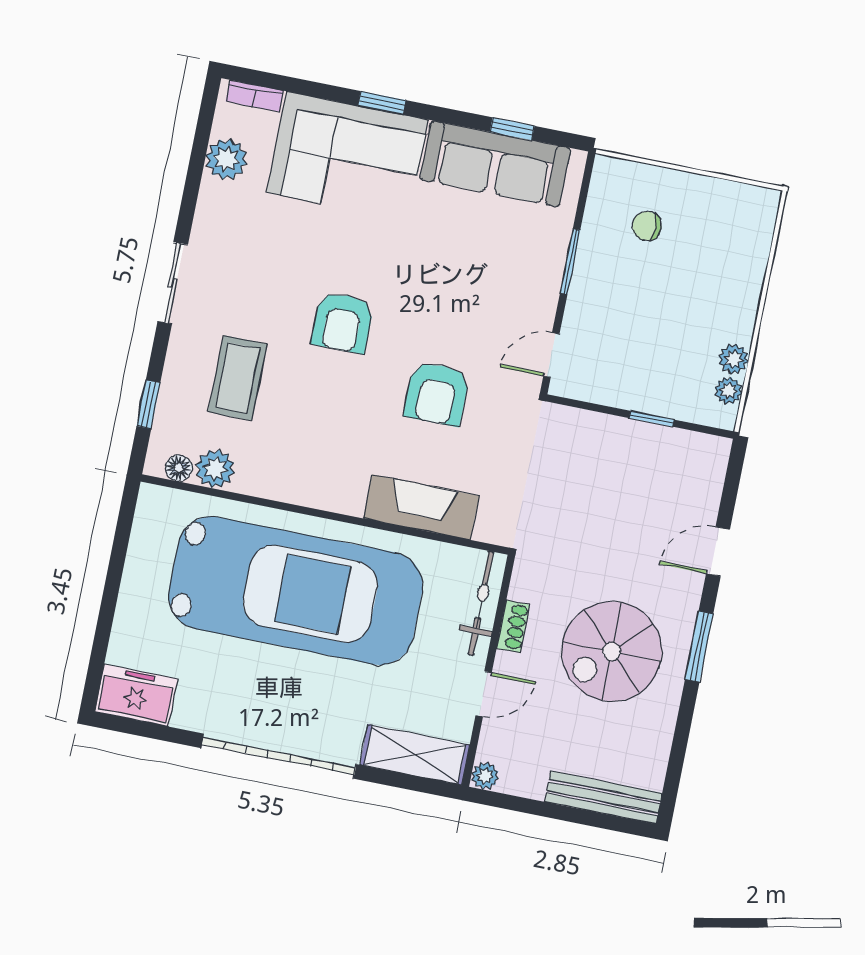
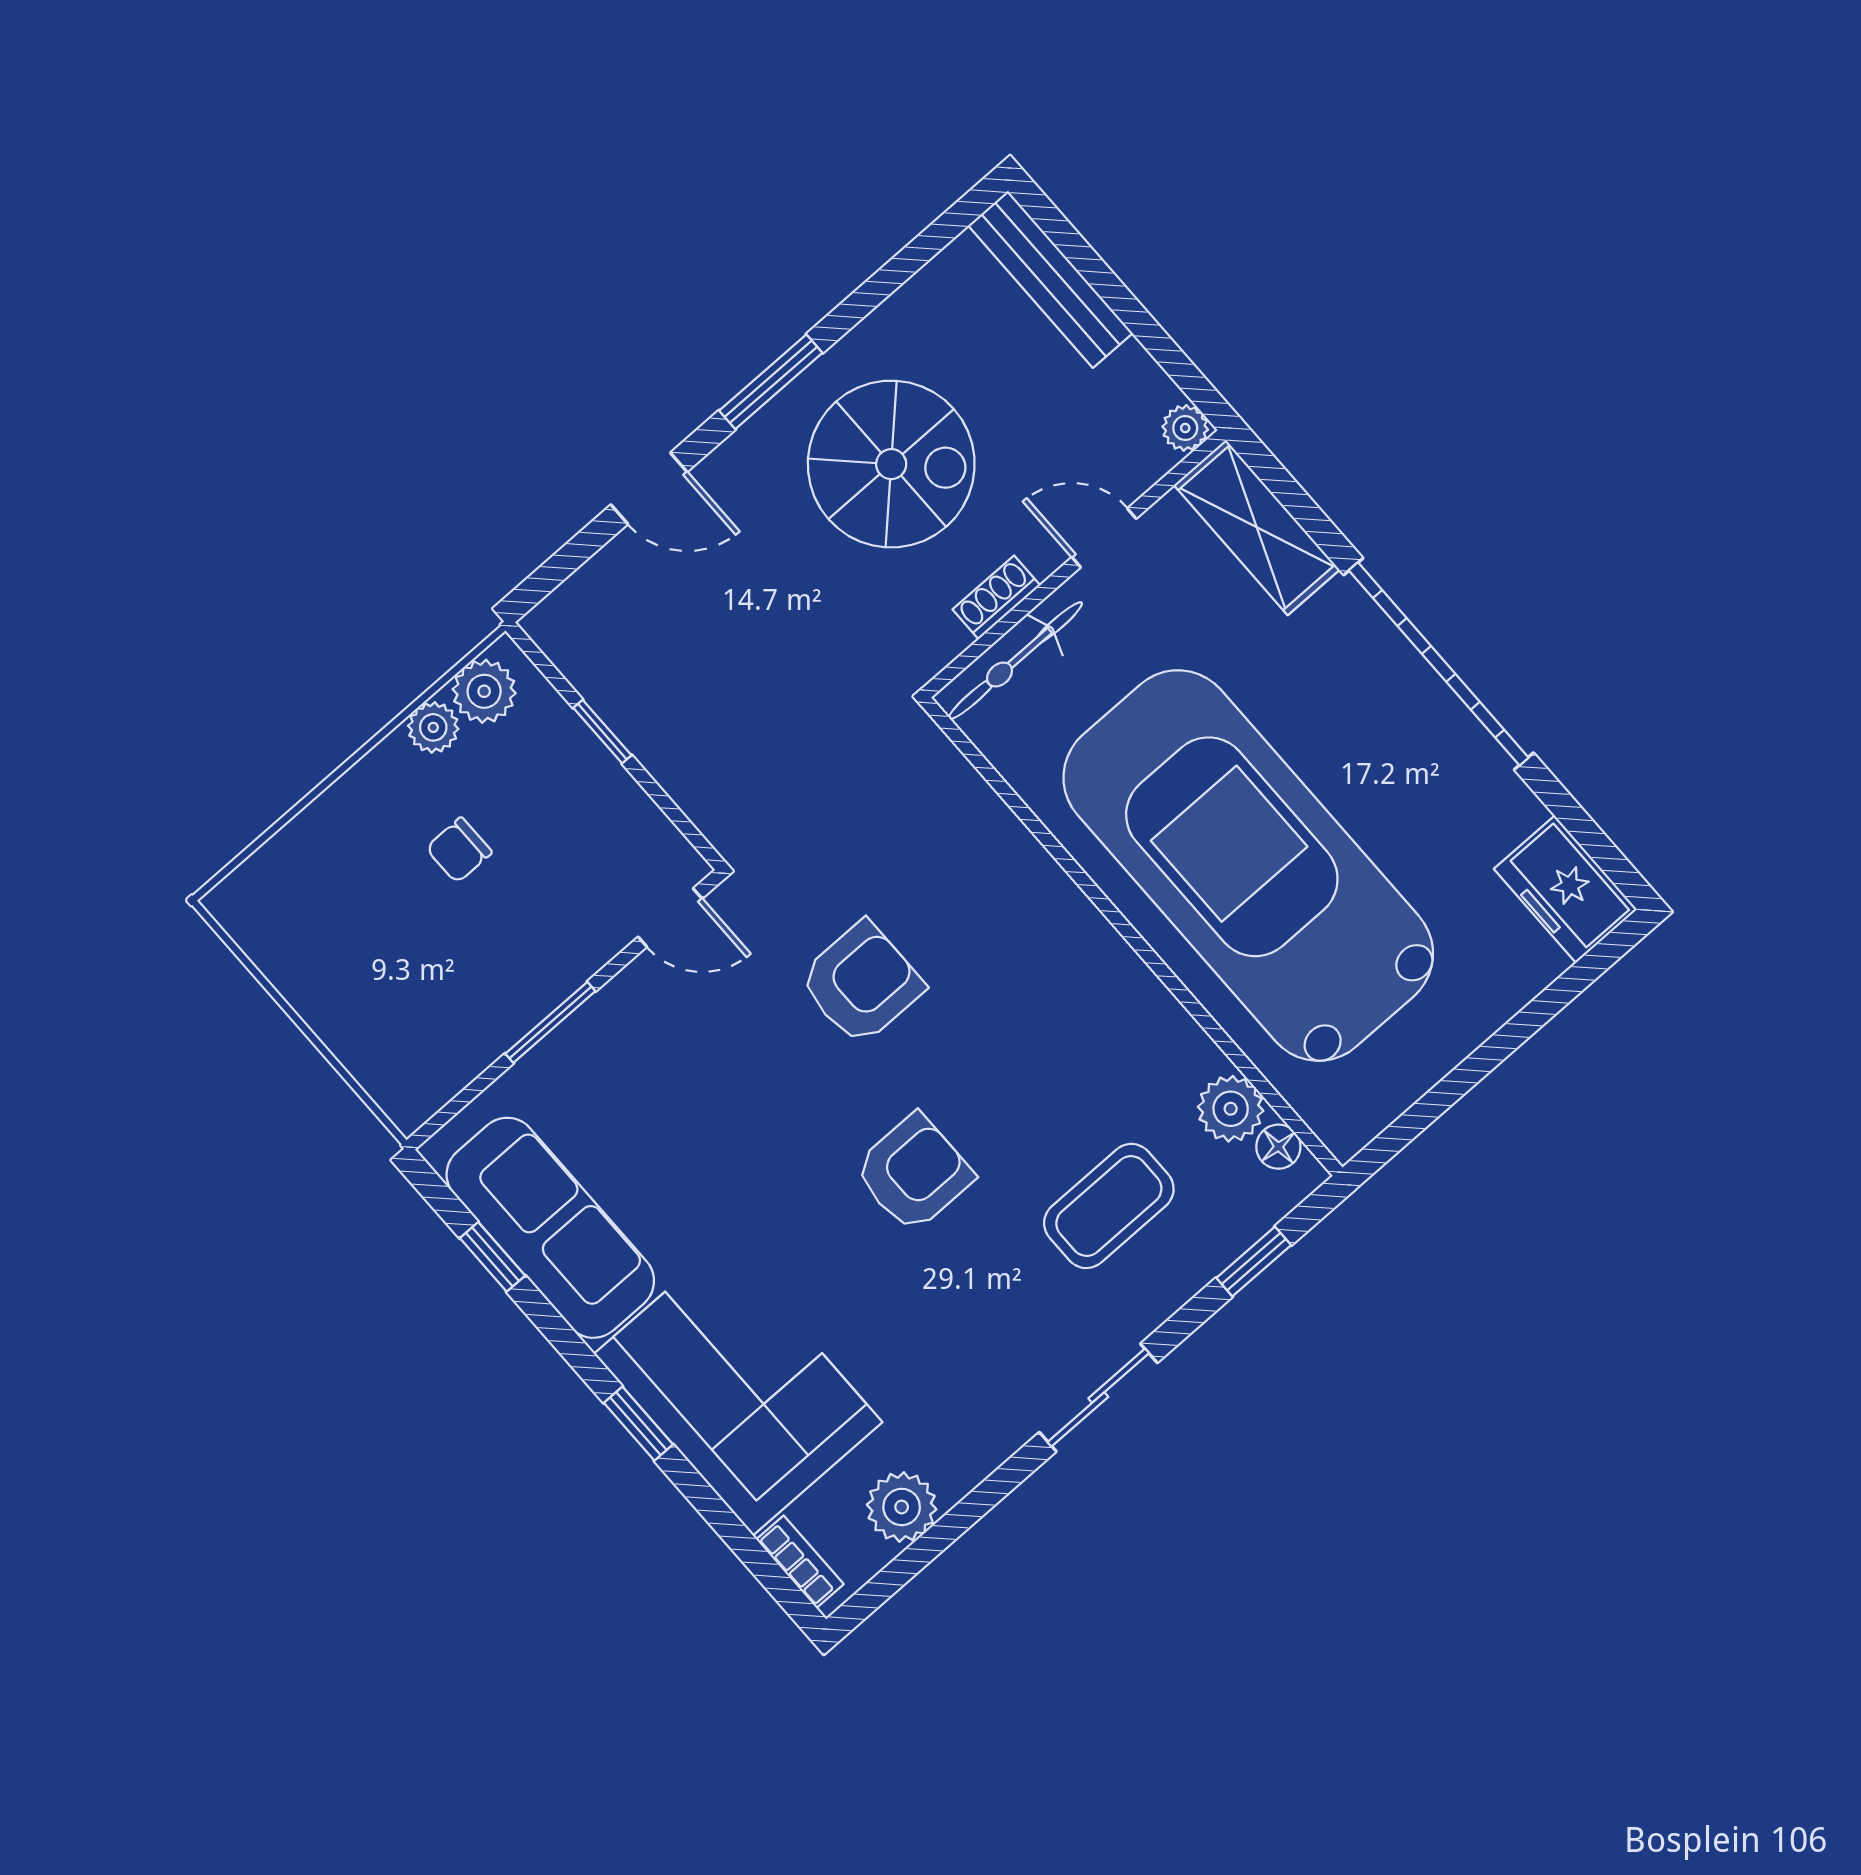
chair: (647, 226) -> (459, 850), moved, turned 90
plant: (729, 391) -> (484, 691), width x1.38, depth x1.38
fireplace: (421, 507) -> (997, 849), removed

